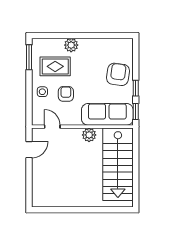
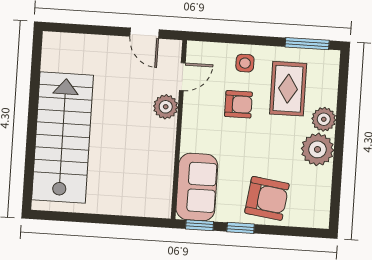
plant: (88, 48) -> (317, 149), added
sofa: (107, 114) -> (197, 187), width x0.73
plant: (89, 135) -> (166, 107), moved
stairs: (118, 164) -> (63, 137), moved, turned 90

